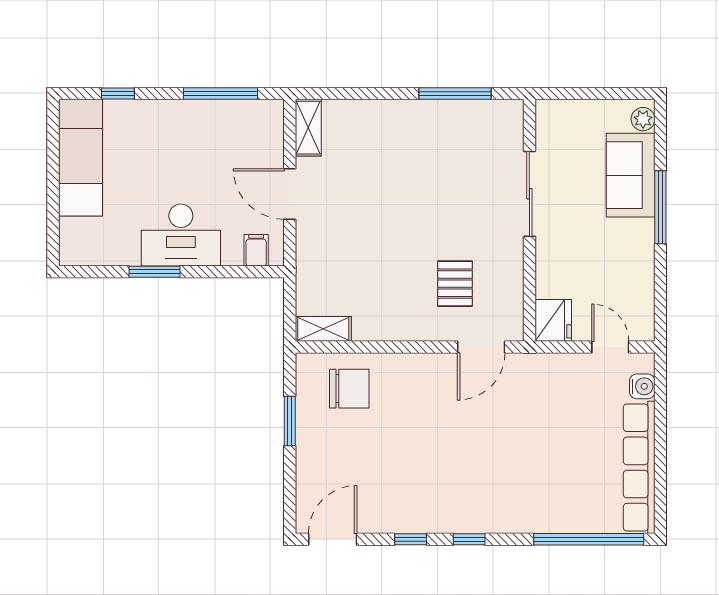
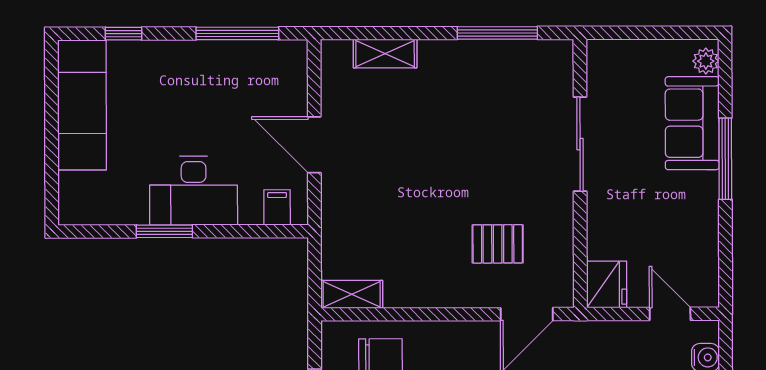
shelving: (308, 128) -> (385, 54), moved, turned 90
pallet: (455, 284) -> (498, 244), turned 90

